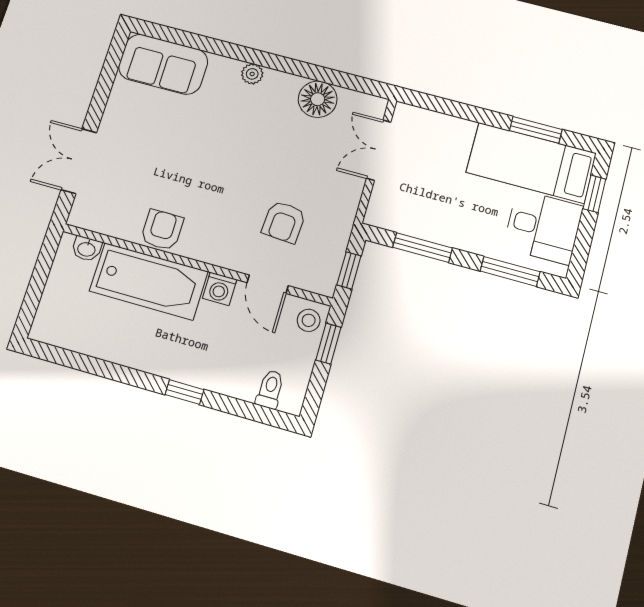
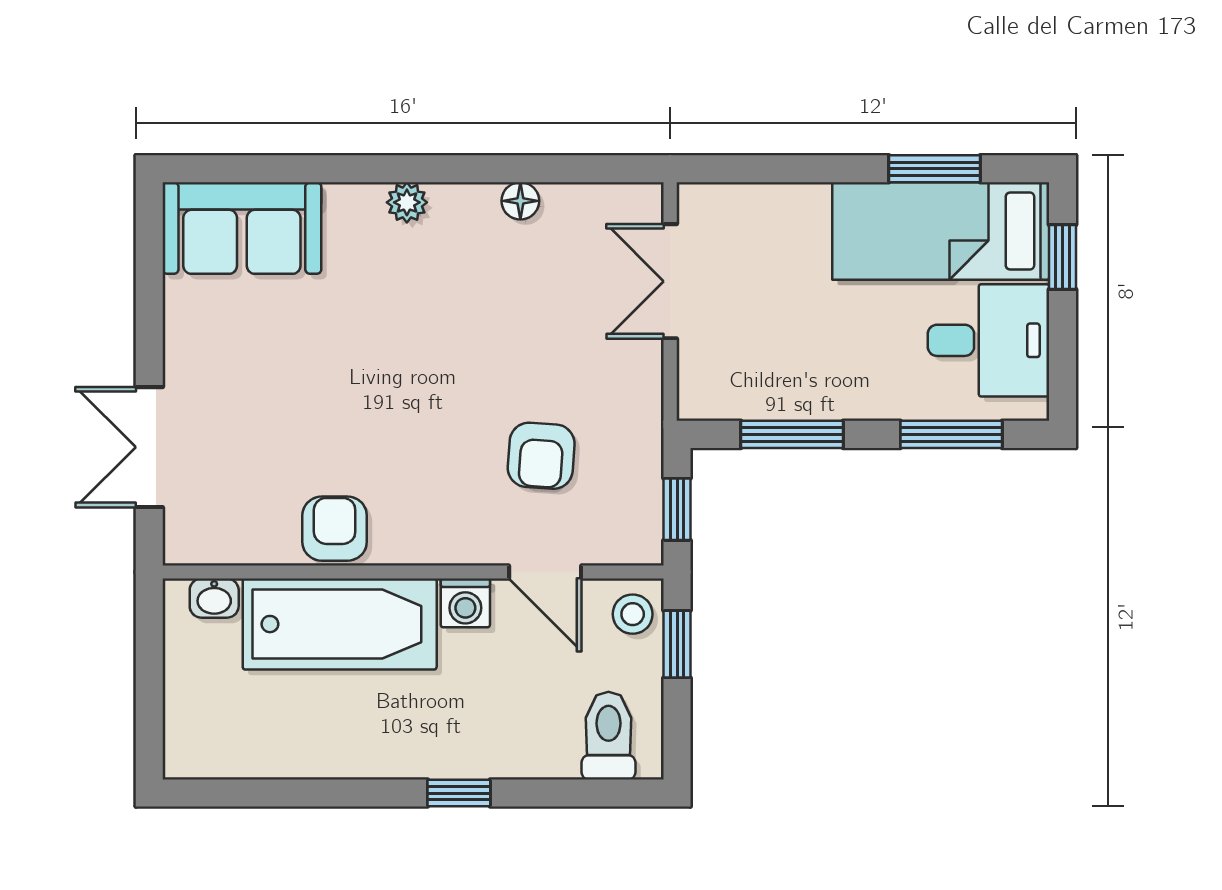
floor lamp: (318, 99) -> (520, 201), width x0.53, depth x0.53
toilet: (270, 389) -> (608, 736), width x1.37, depth x1.39

